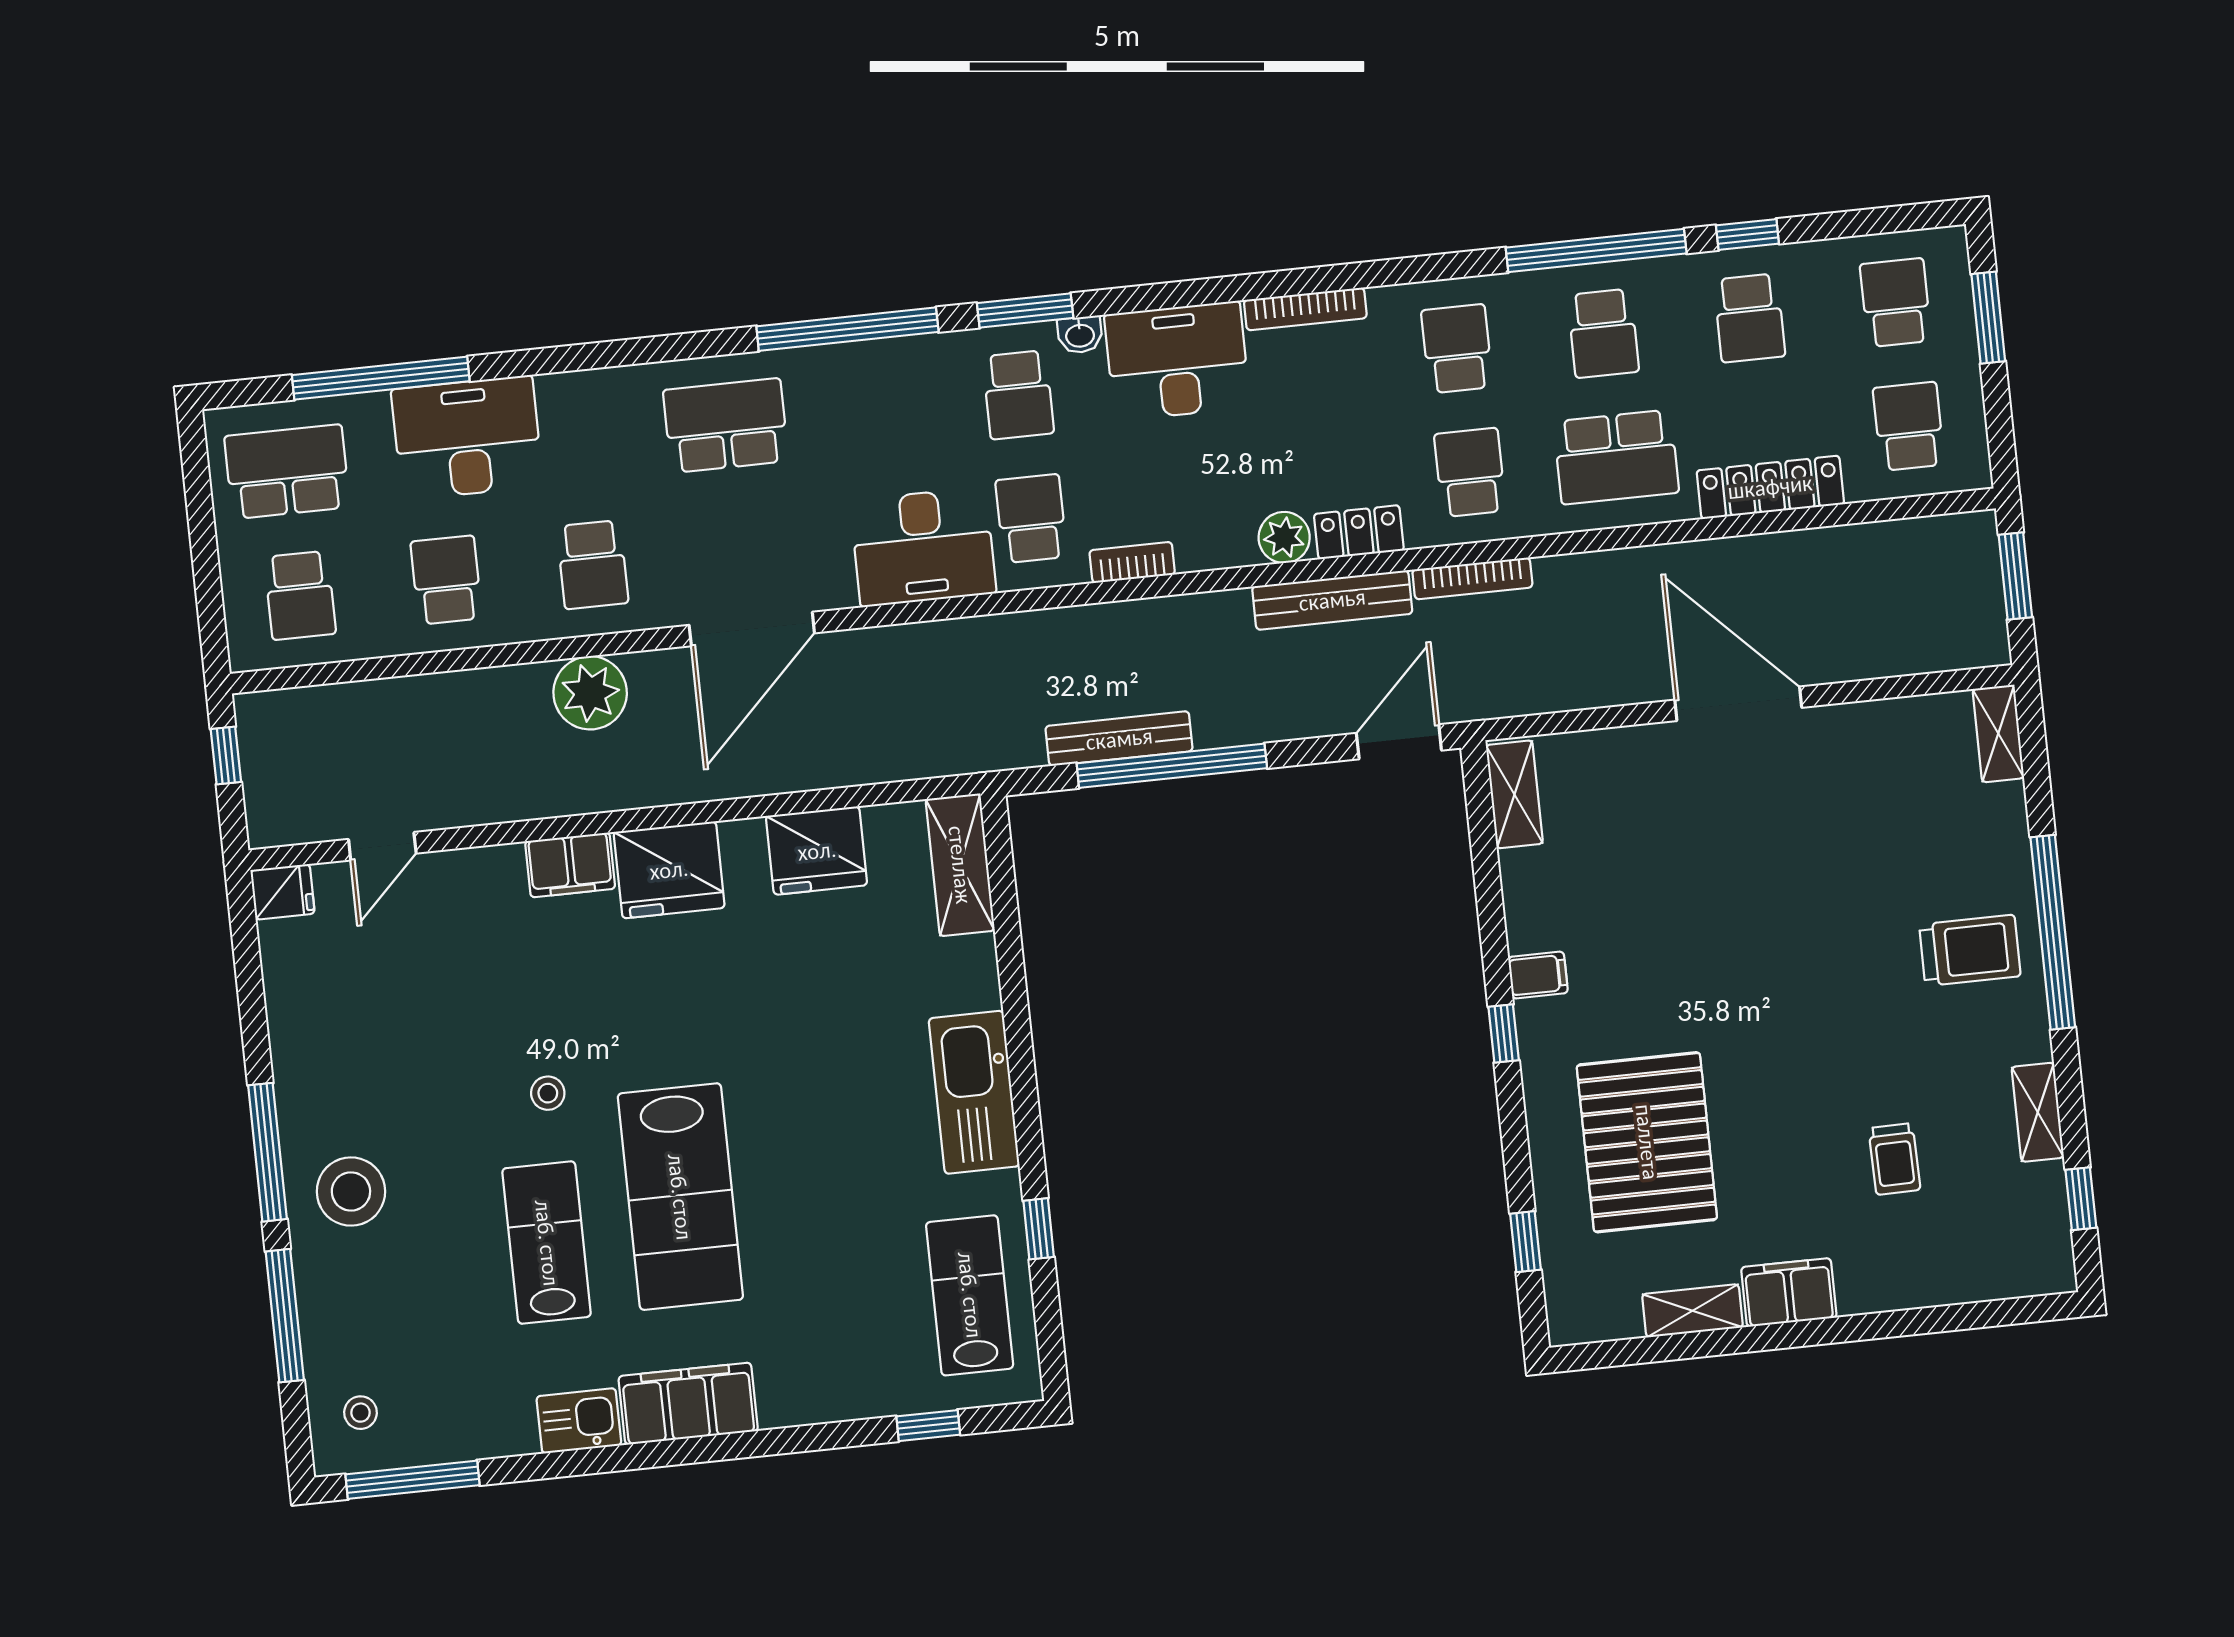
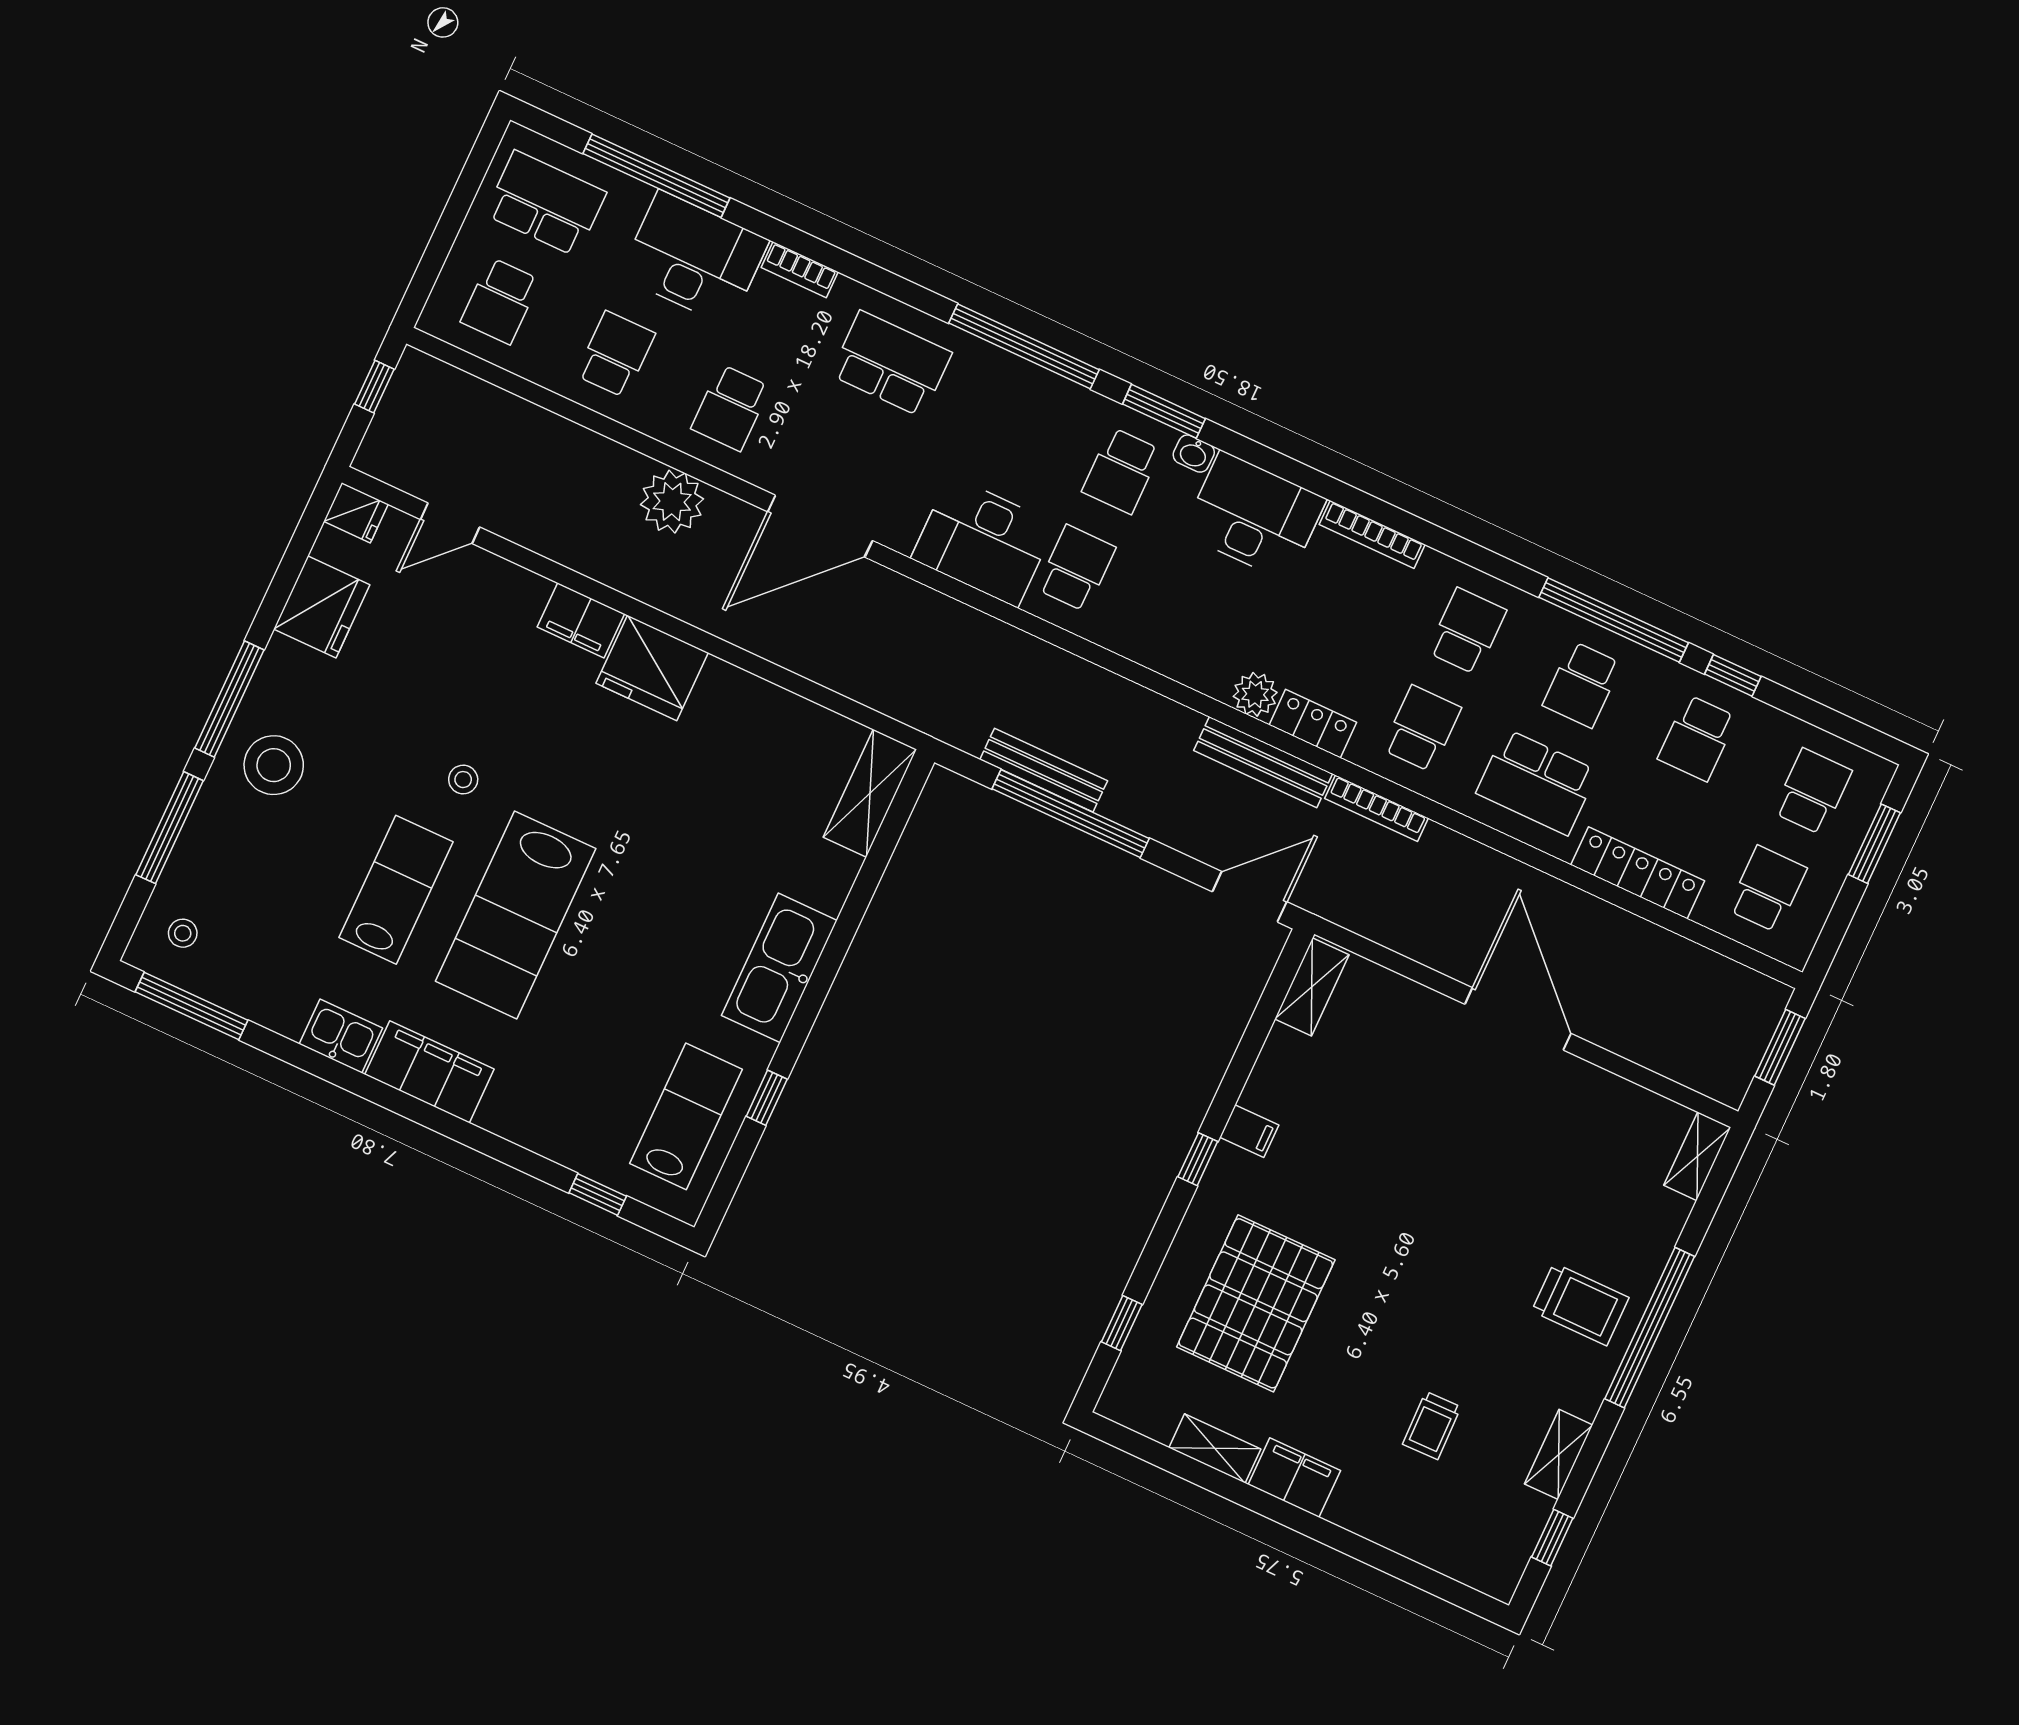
bookcase: (1132, 562) -> (800, 270), moved, turned 180
fridge: (817, 851) -> (322, 607), moved, turned -90

